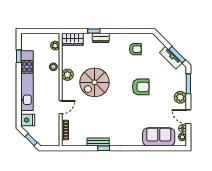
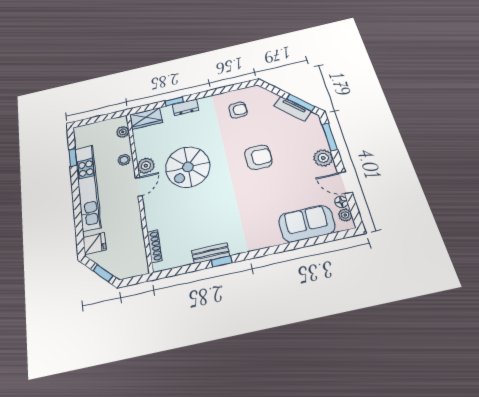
door: (61, 107) -> (139, 187), moved

